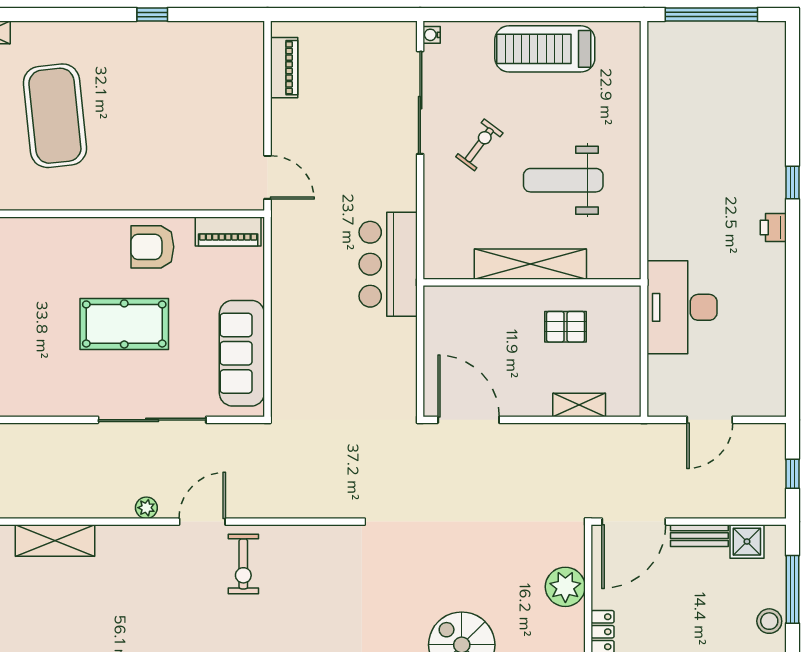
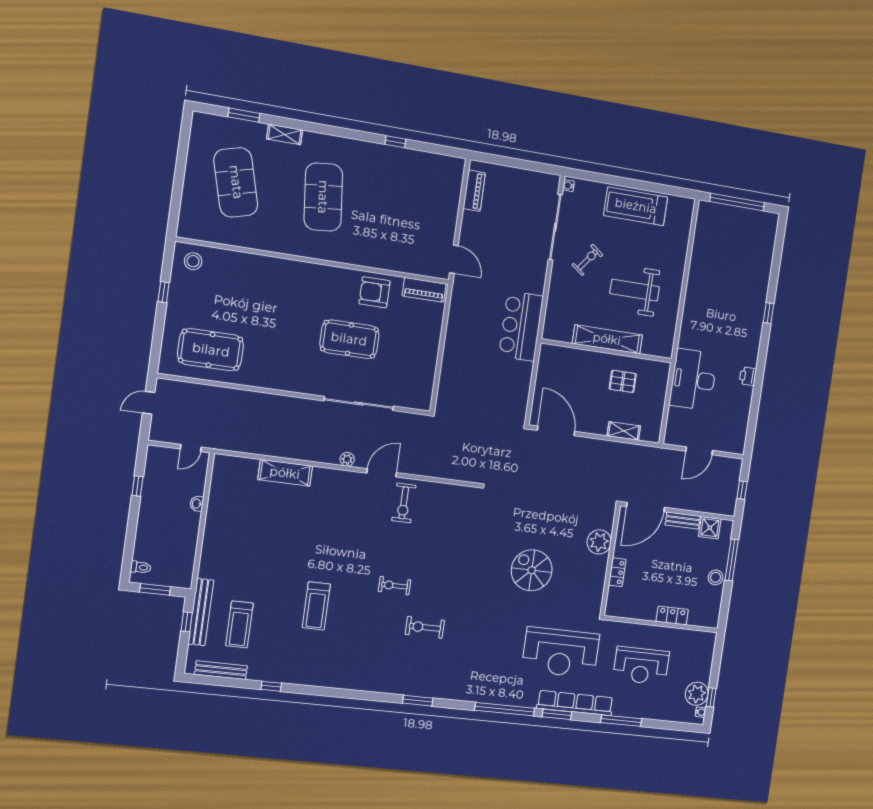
printer: (773, 228) -> (748, 376), moved
sofa: (242, 353) -> (422, 369), removed

